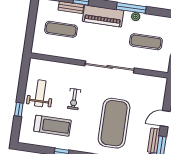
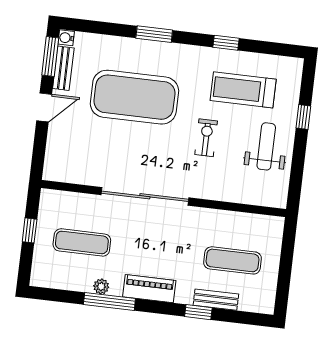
piano: (103, 16) -> (149, 289), width x0.73, depth x0.75
weight bench: (40, 93) -> (266, 146), turned 180
exercise mat: (114, 123) -> (134, 97), turned 90

